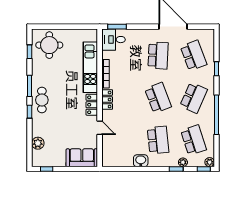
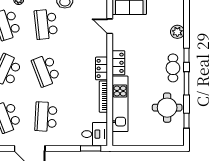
round table: (49, 45) -> (167, 108), moved
door: (100, 128) -> (110, 26), moved
plant: (38, 143) -> (177, 32), moved

